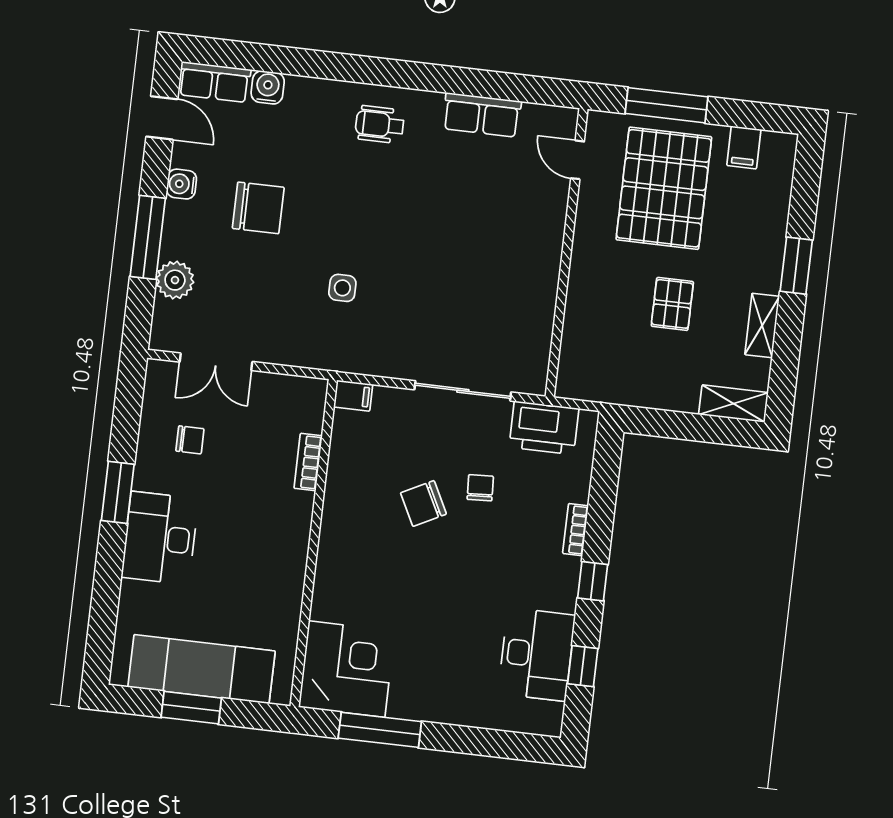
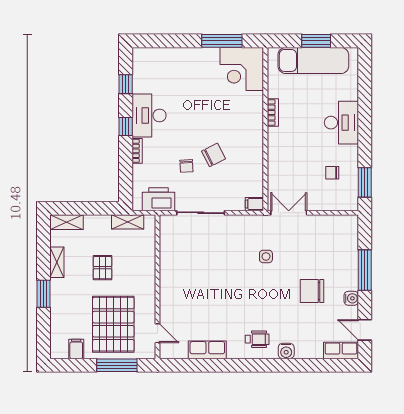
water cooler: (268, 87) -> (286, 351), moved
plant: (175, 280) -> (349, 251), removed
double door: (216, 362) -> (289, 213), moved
shelving: (611, 390) -> (128, 222), added
bookcase: (308, 462) -> (273, 113), moved
window: (118, 492) -> (365, 182), moved
desk: (537, 654) -> (149, 115), moved

